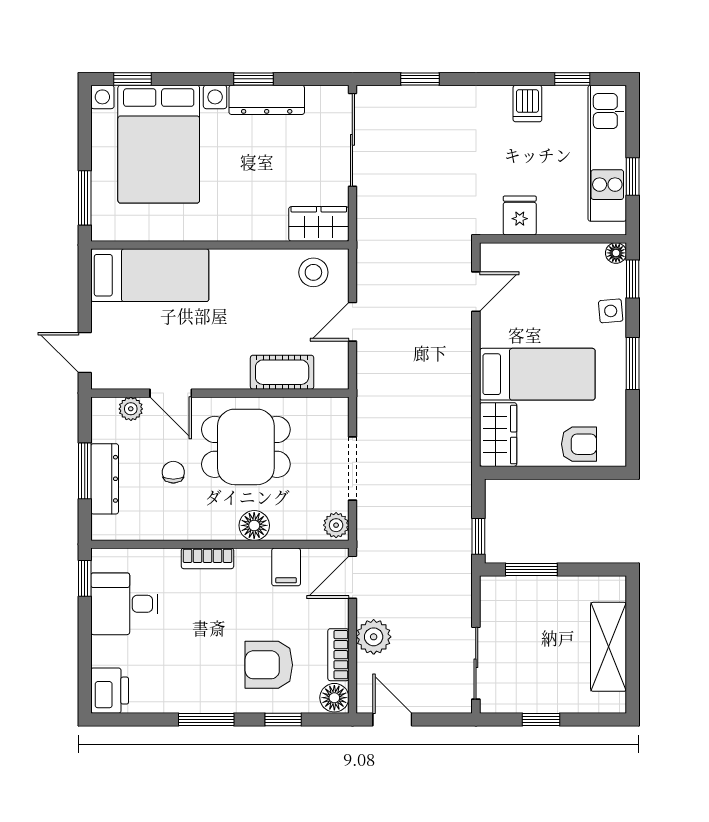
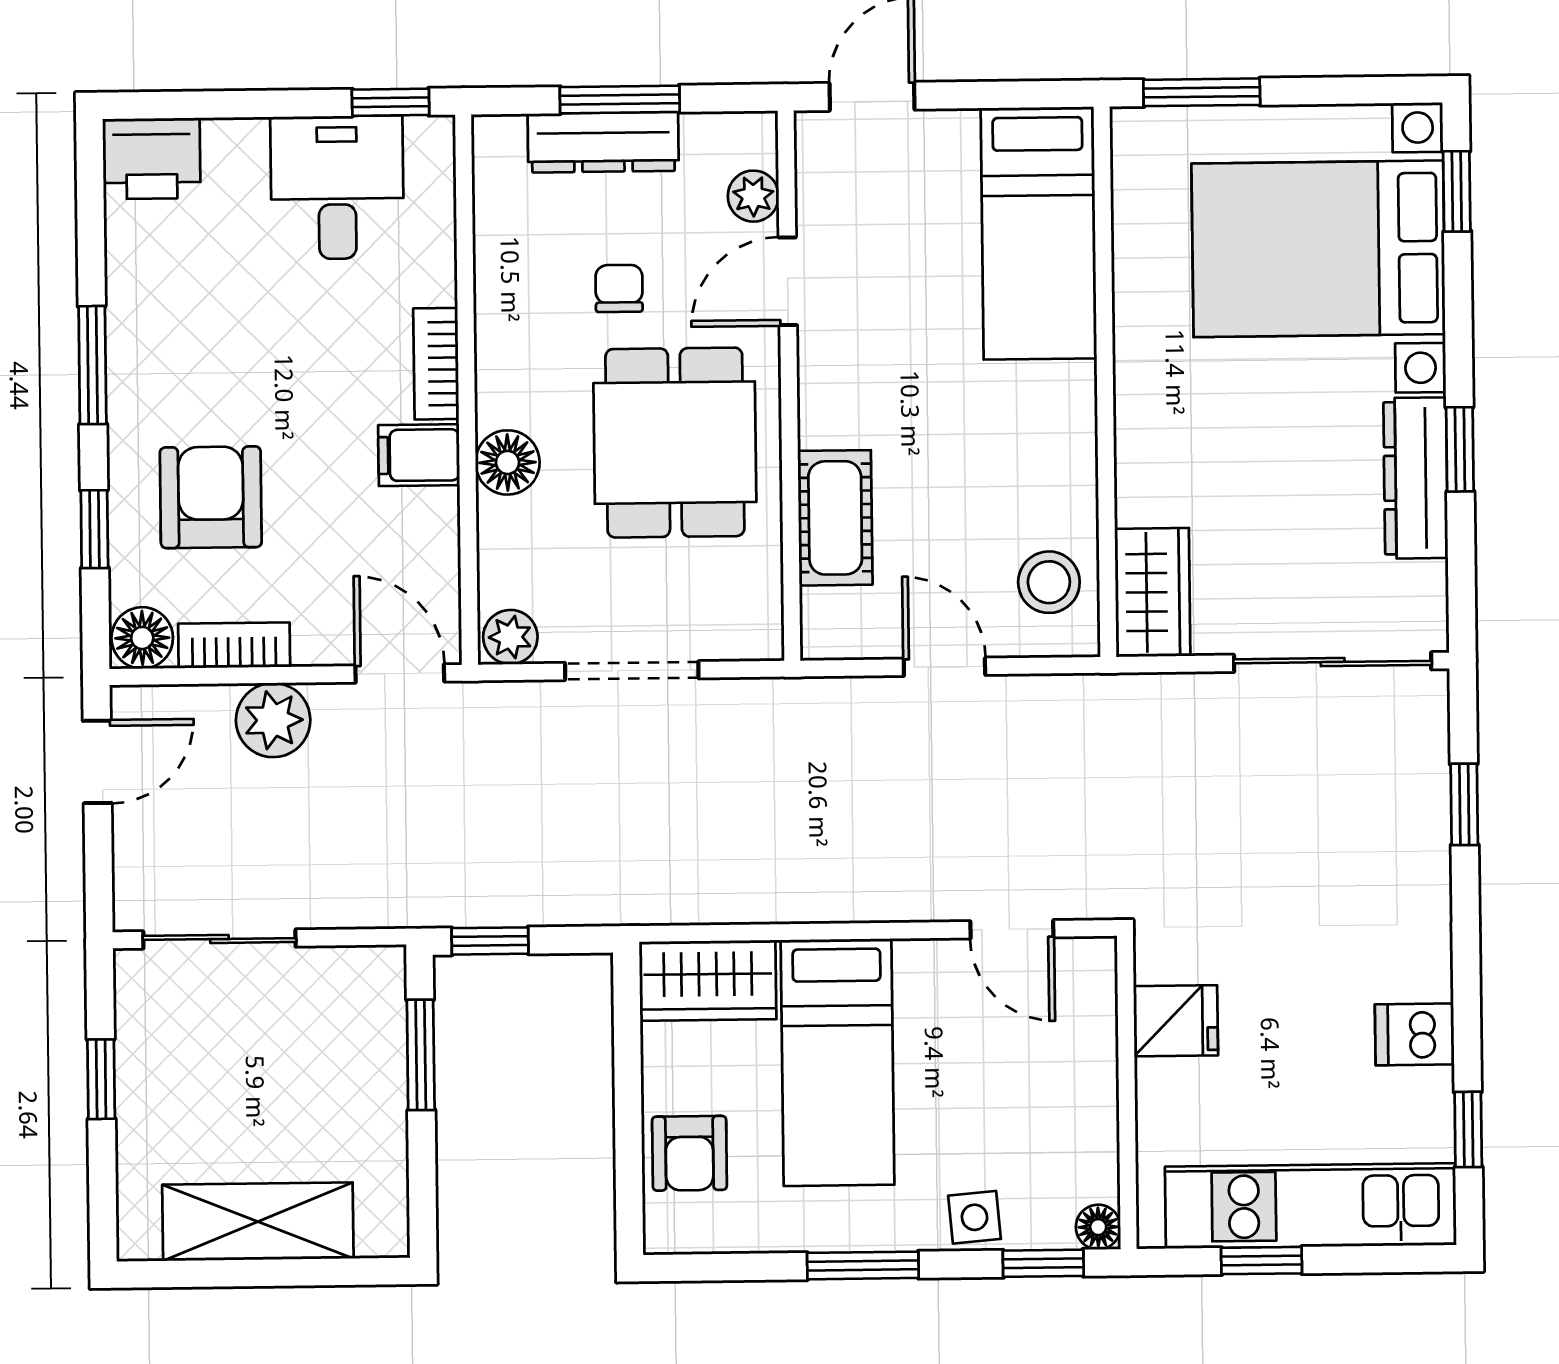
chair: (173, 472) -> (619, 288), turned -90
filing cabinet: (286, 567) -> (419, 455), moved

